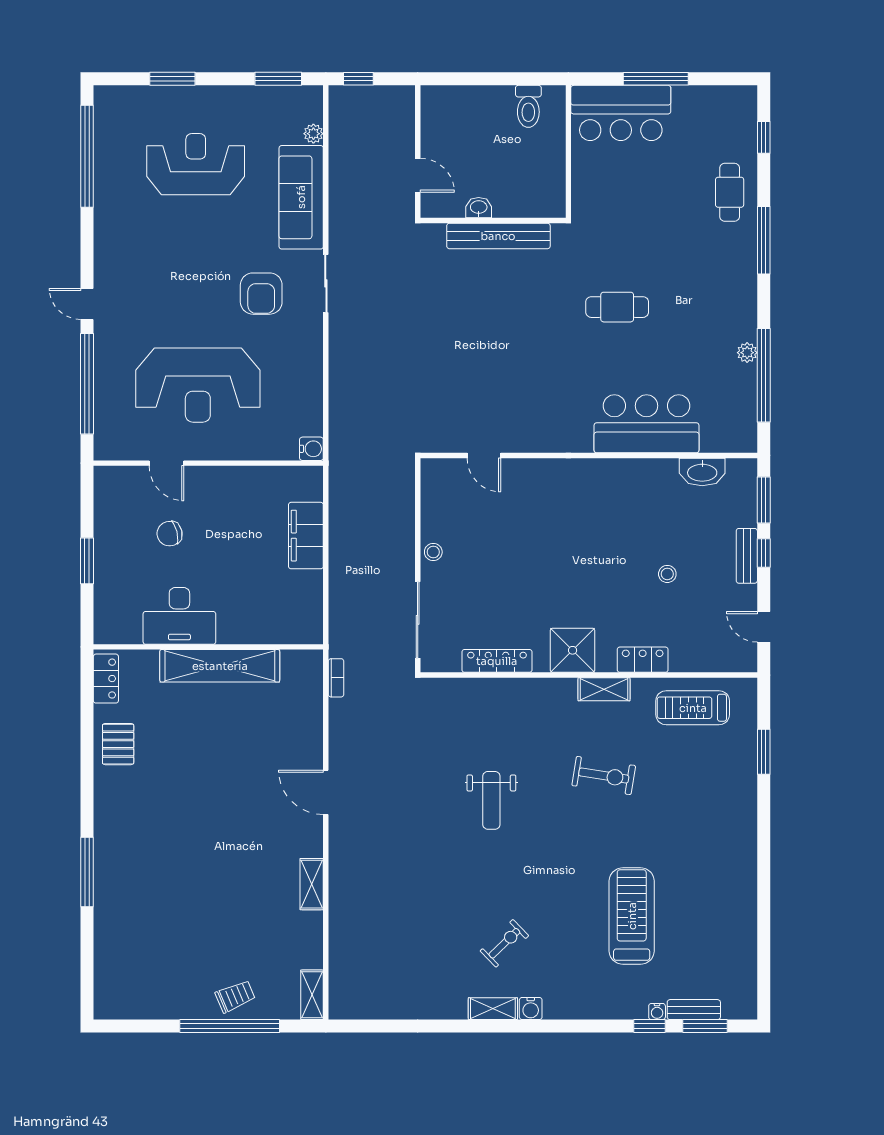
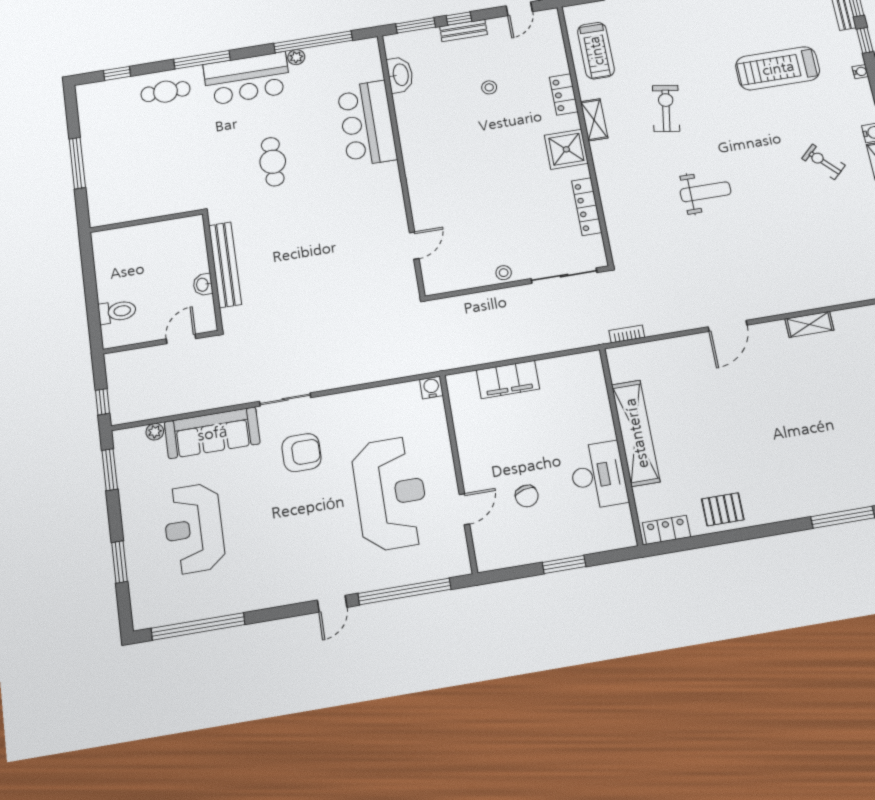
toilet: (528, 106) -> (117, 312), moved
bar counter: (621, 113) -> (247, 78), moved, turned 90
water cooler: (657, 1012) -> (860, 72), moved

